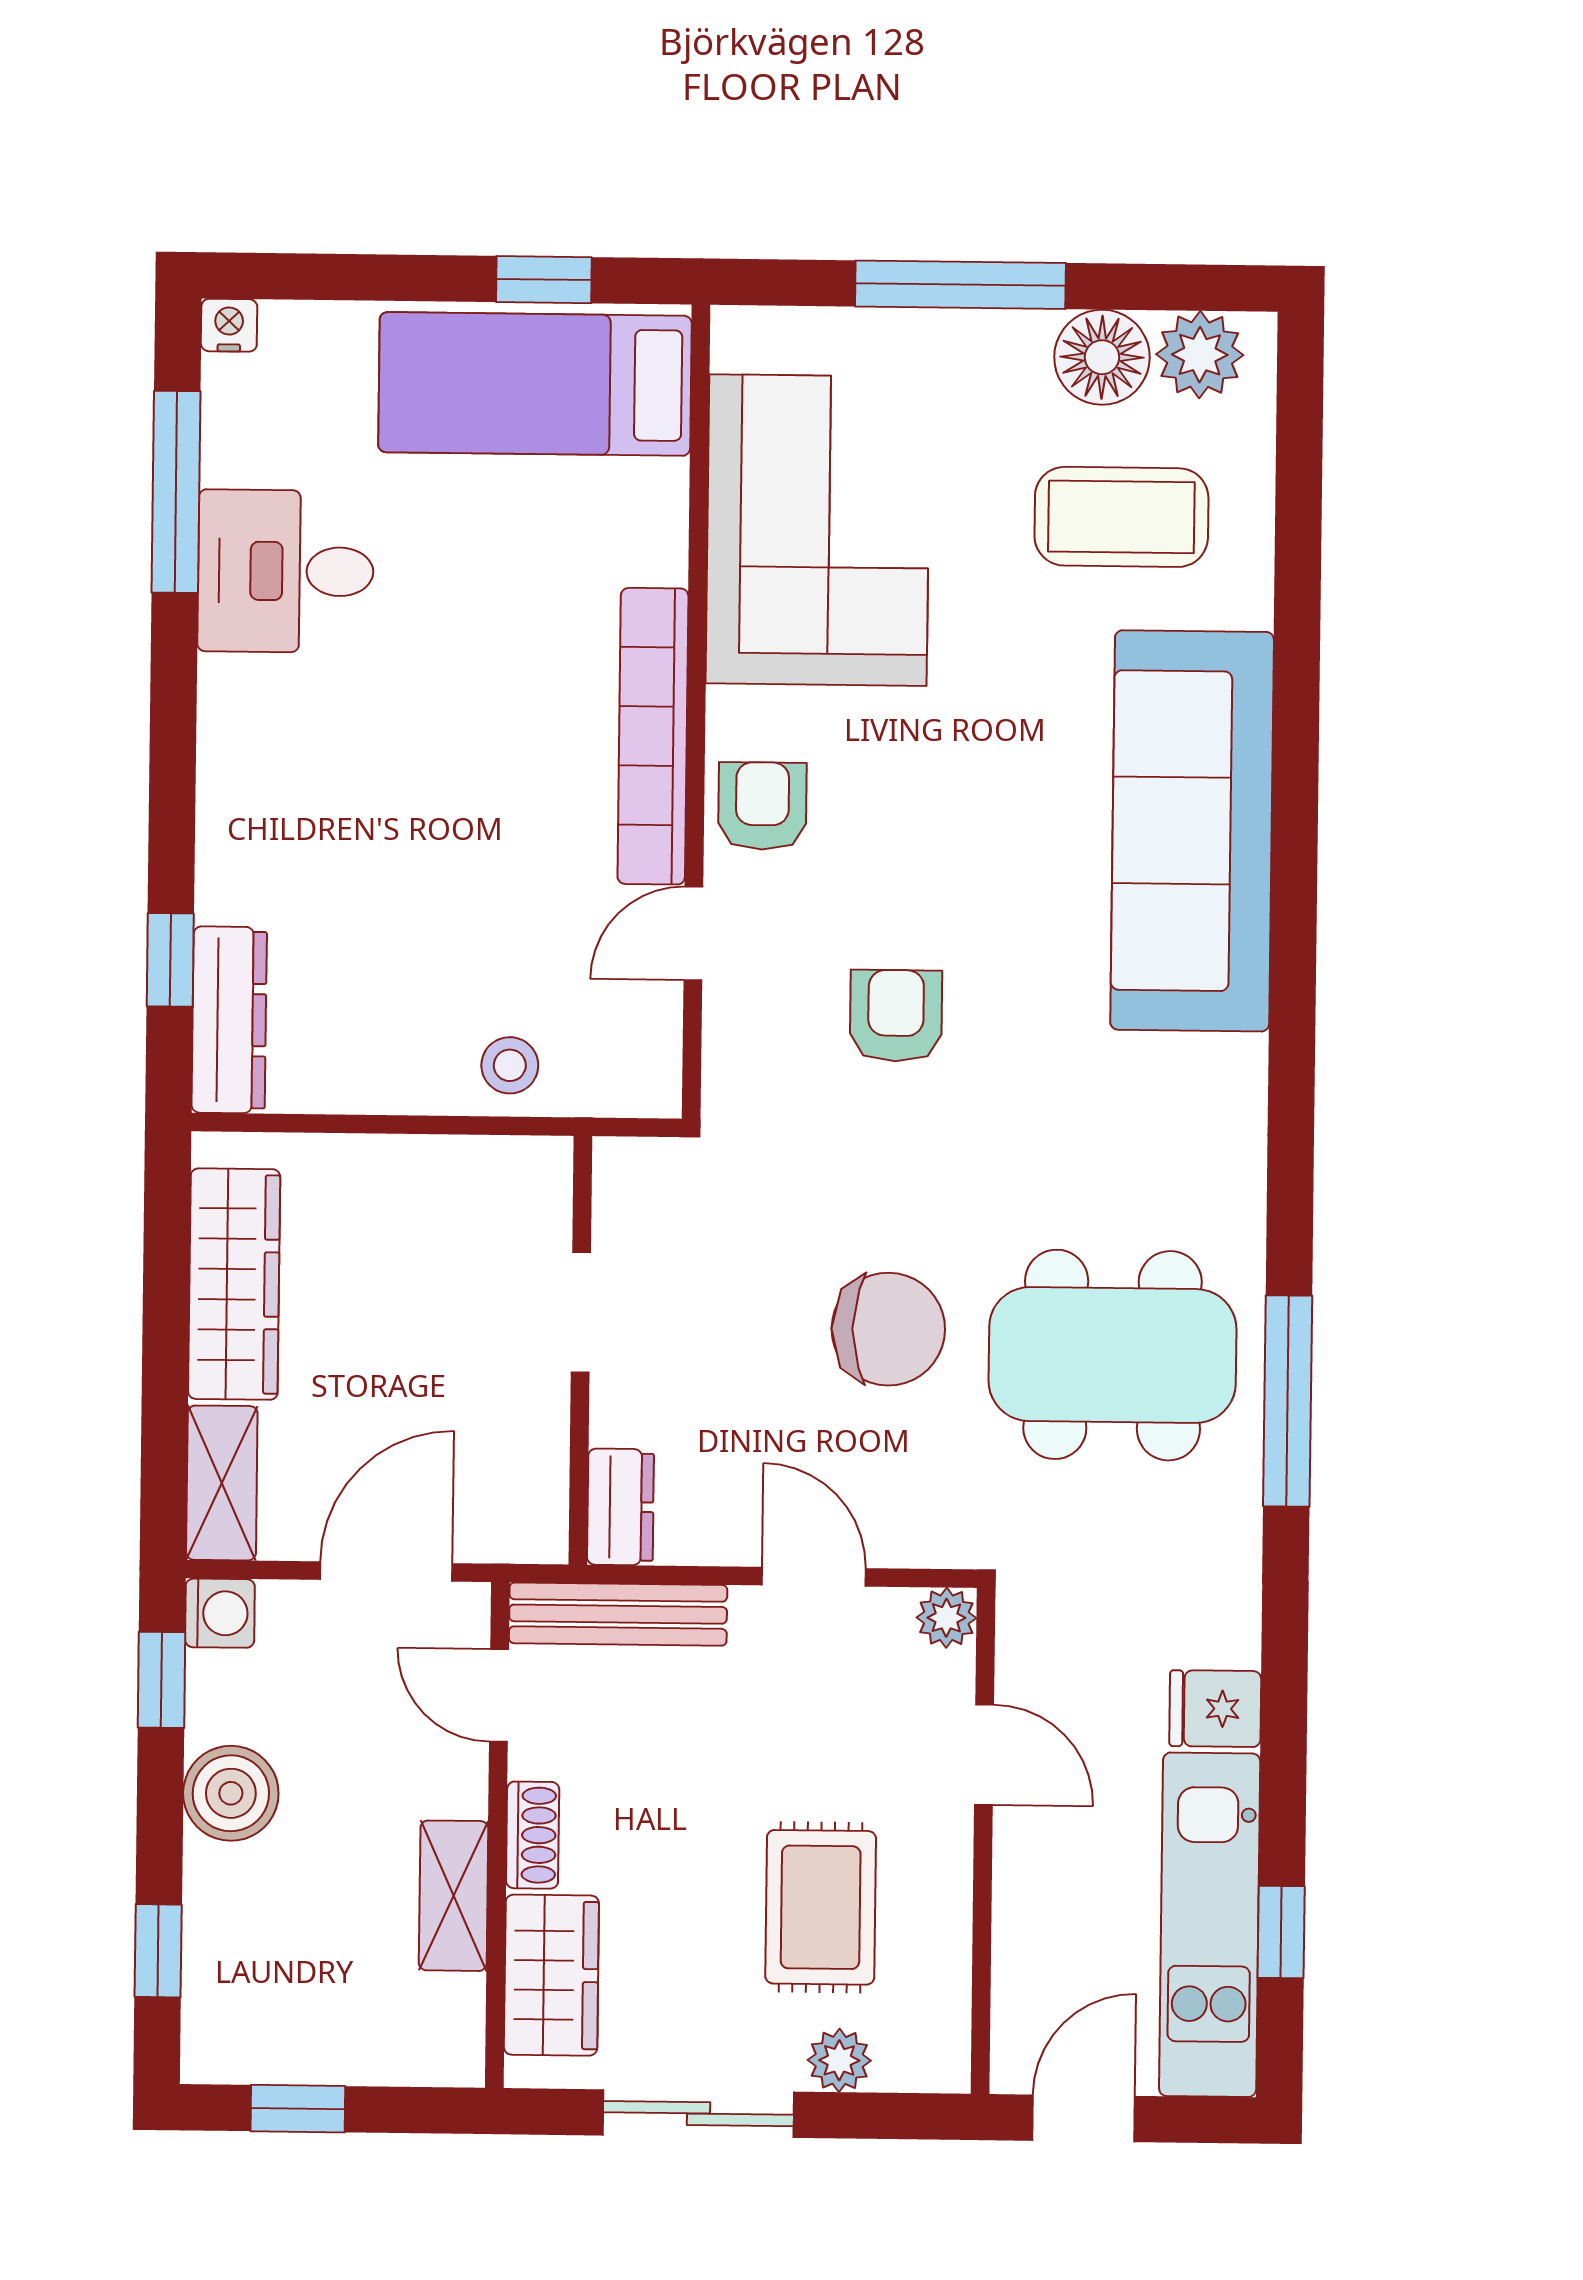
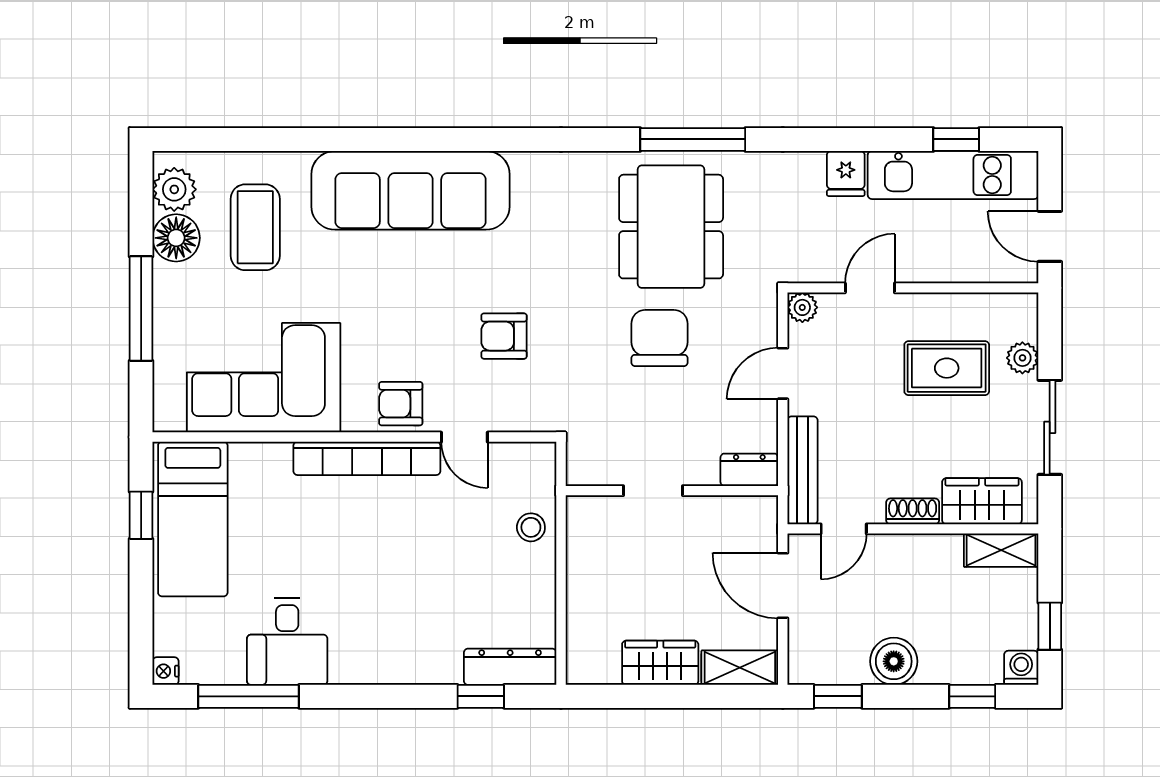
wardrobe: (234, 1284) -> (660, 663), width x0.67
washing machine: (220, 1613) -> (1021, 668), moved
shelving: (454, 1896) -> (1001, 550), moved

